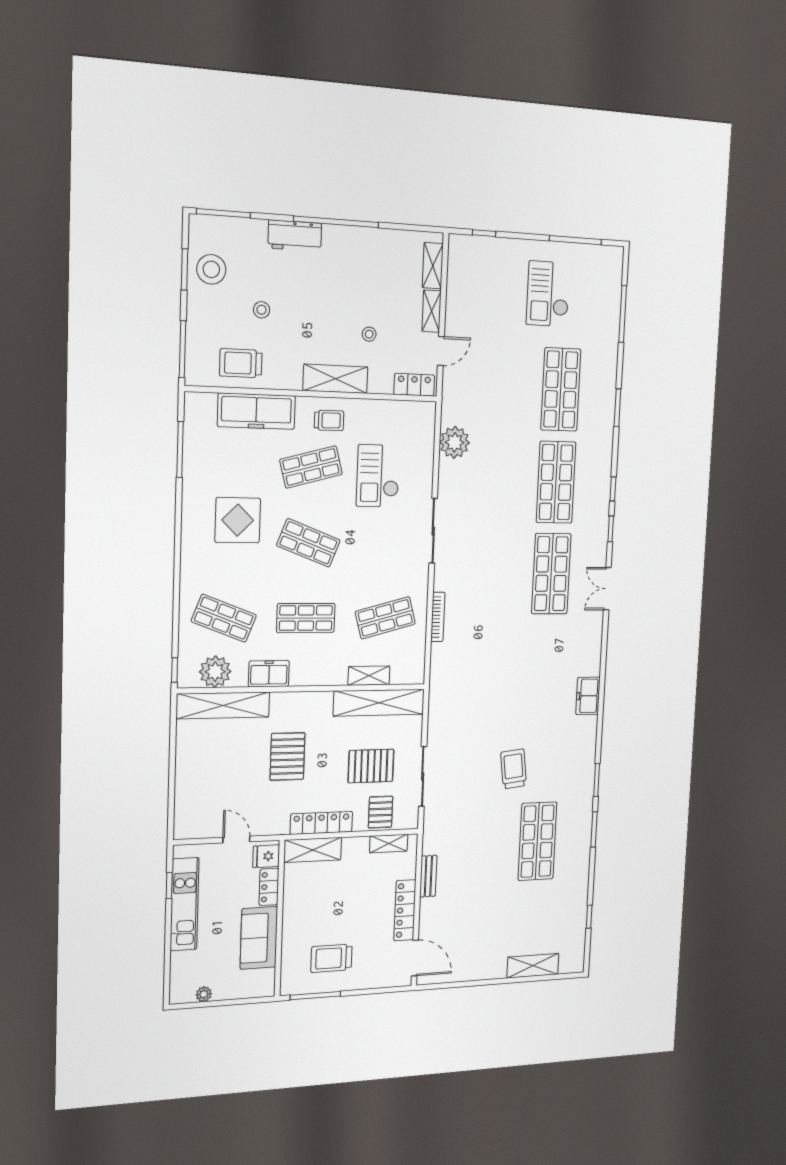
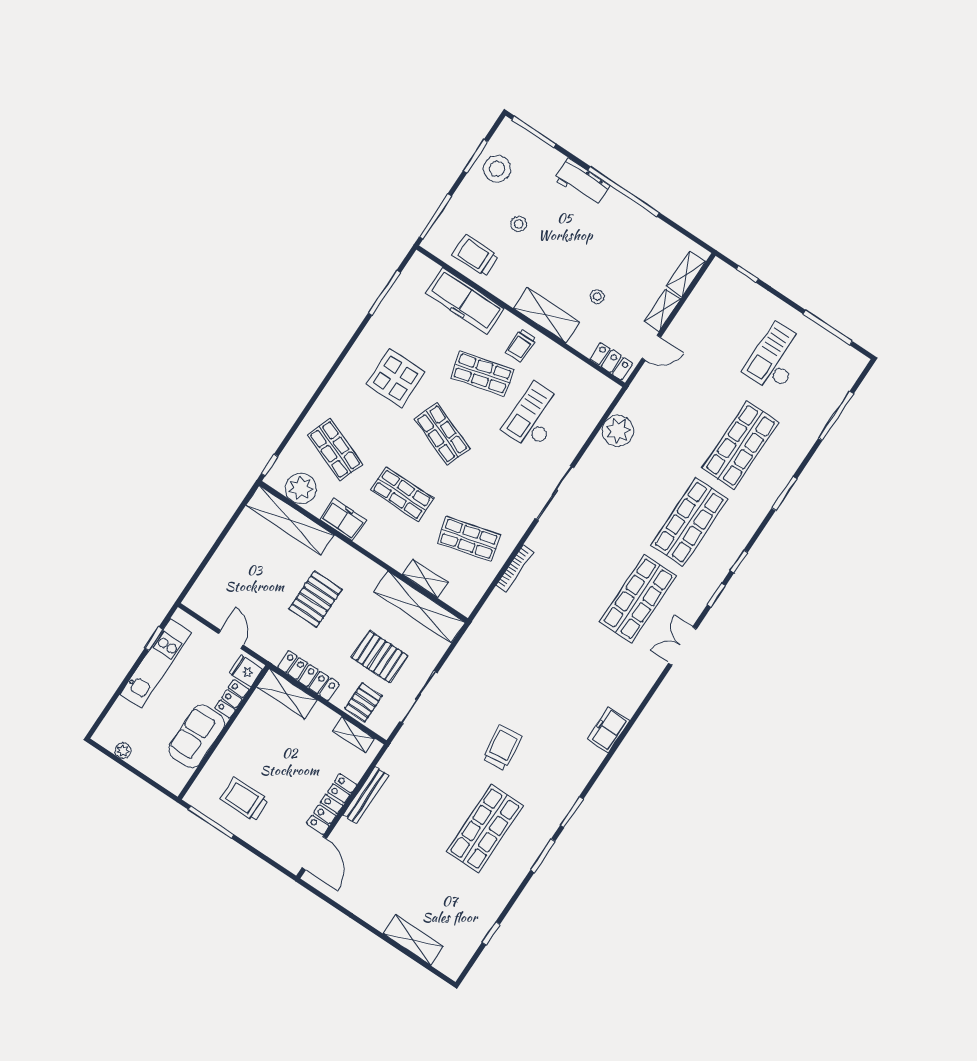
trolley: (329, 420) -> (521, 345), turned 90
bench: (428, 876) -> (366, 795), width x1.36

